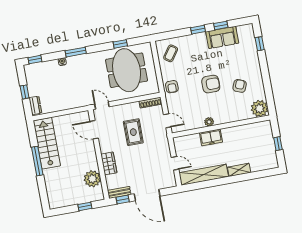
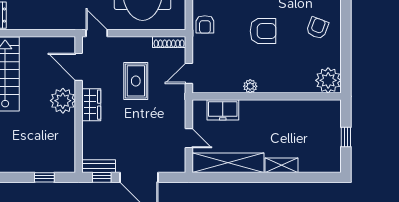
armchair: (240, 86) -> (317, 28), moved
door: (167, 121) -> (189, 73), swing flipped
freezer: (211, 137) -> (223, 110), moved
wardrobe: (109, 163) -> (91, 105), moved
plant: (92, 179) -> (63, 101), moved

